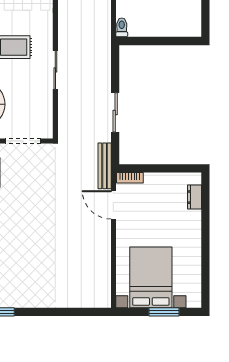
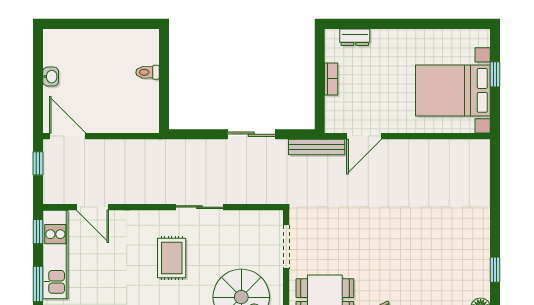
toilet: (122, 27) -> (147, 72), moved
bookcase: (130, 178) -> (331, 79), moved
window: (164, 312) -> (495, 74), width x0.67

